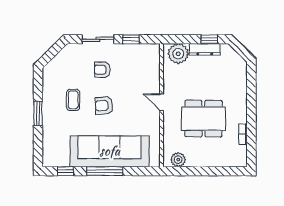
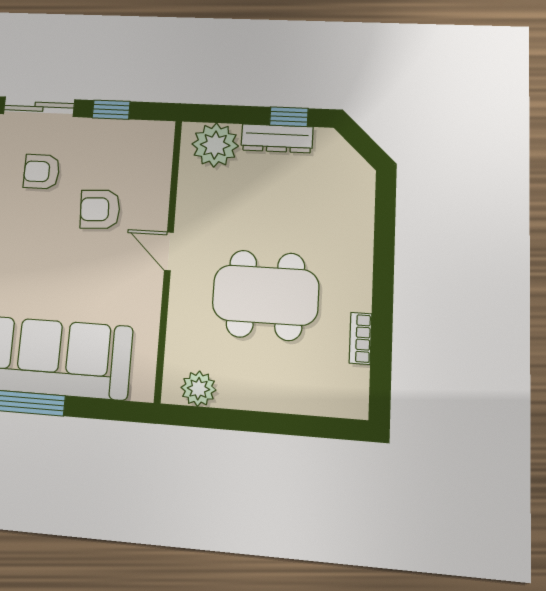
armchair: (104, 105) -> (100, 209), moved

